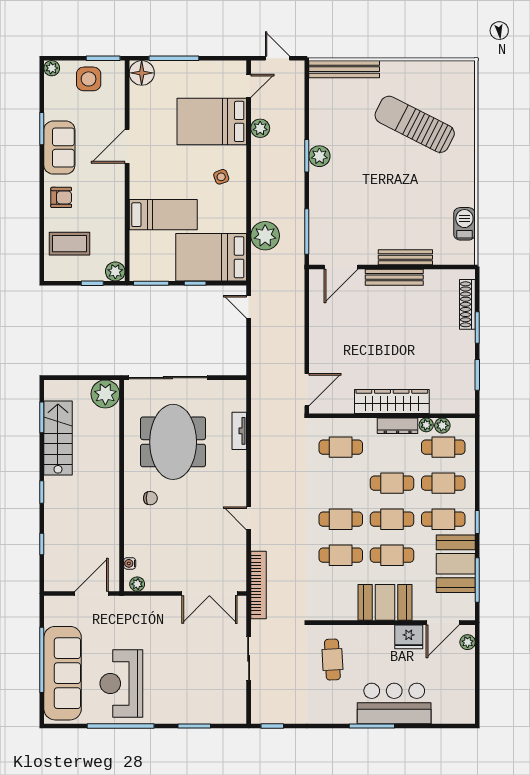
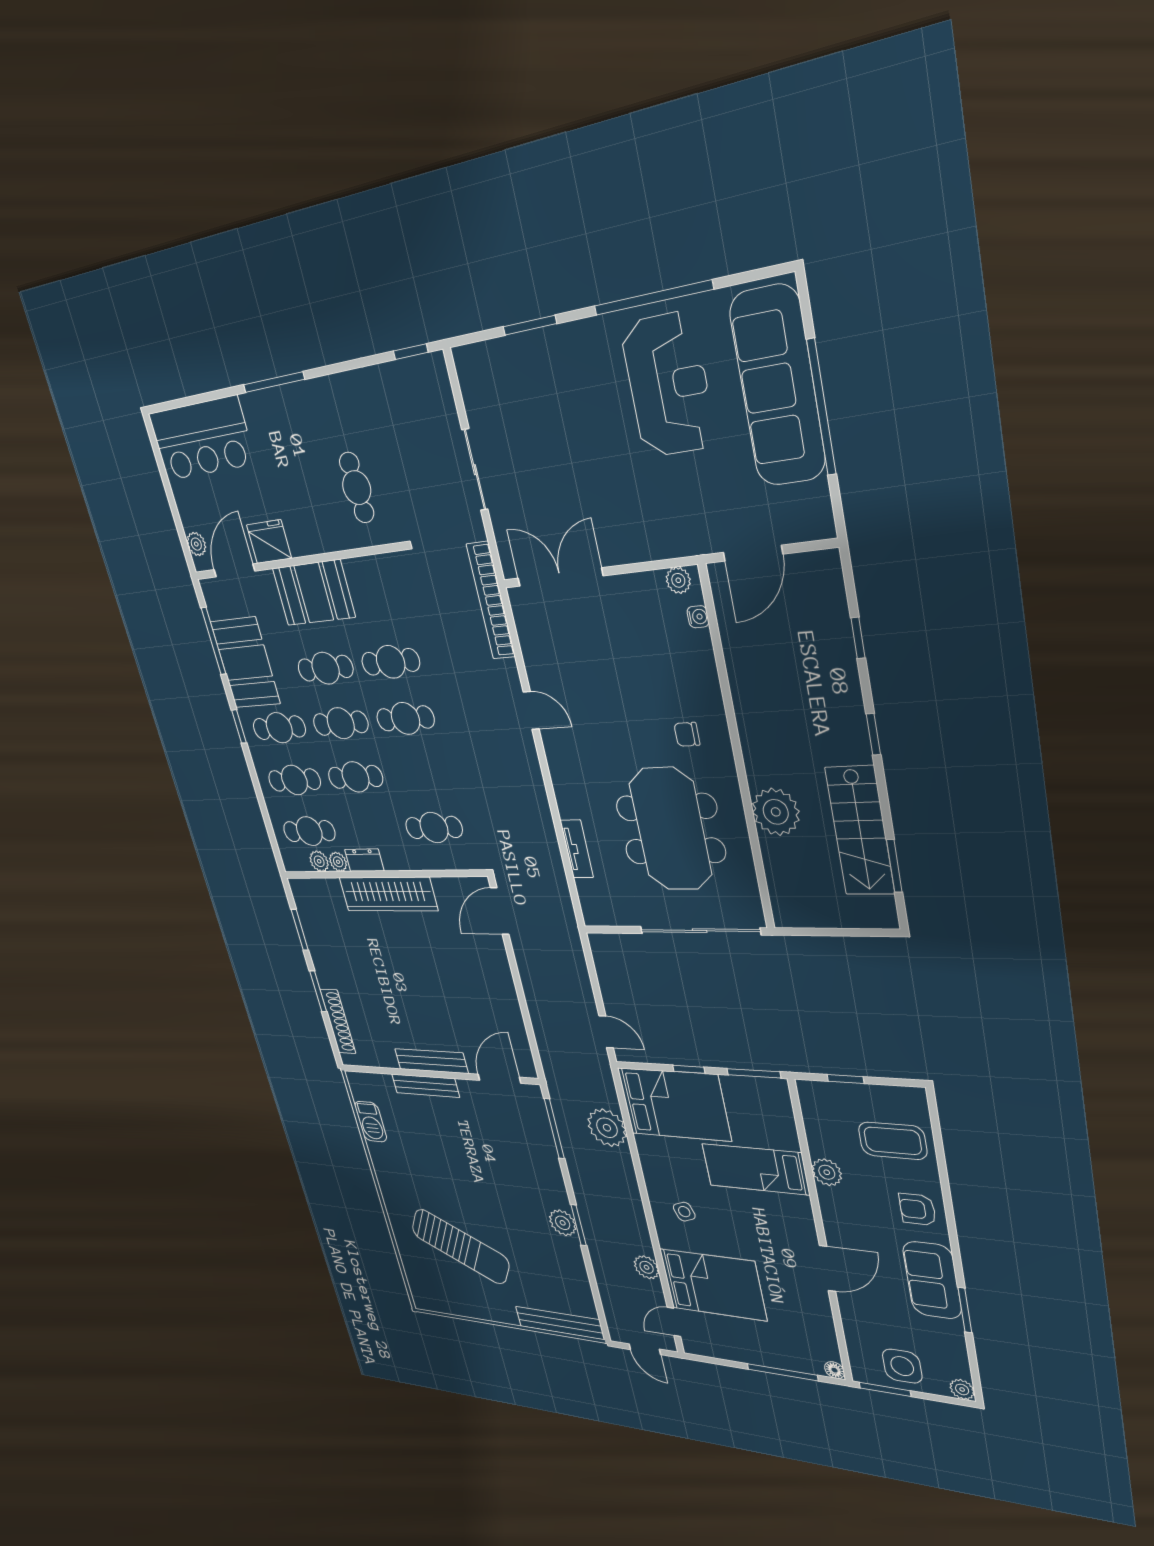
floor lamp: (142, 73) -> (834, 1370), width x0.53, depth x0.53
plant: (115, 271) -> (827, 1172), moved
plant: (105, 394) -> (776, 812), moved
dresser: (398, 426) -> (364, 860), width x0.70
bar counter: (394, 703) -> (202, 439), moved

